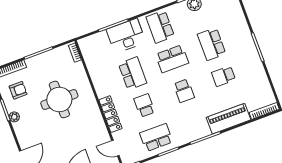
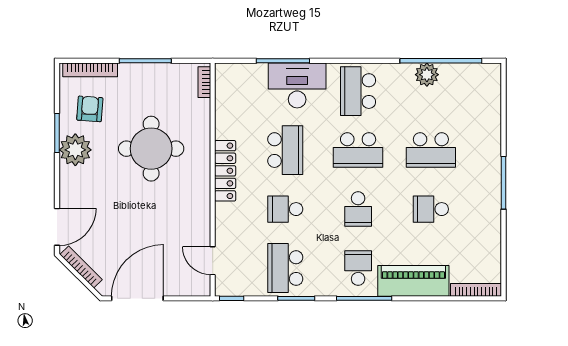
school desk: (212, 44) -> (431, 150), turned -90
armchair: (18, 90) -> (90, 109), turned -86
school desk: (144, 105) -> (285, 209), turned -90
locker: (110, 114) -> (225, 171), moved
plant: (14, 117) -> (75, 150), width x1.88, depth x1.88
school desk: (196, 123) -> (358, 268), added
school desk: (156, 137) -> (285, 268), turned -90

